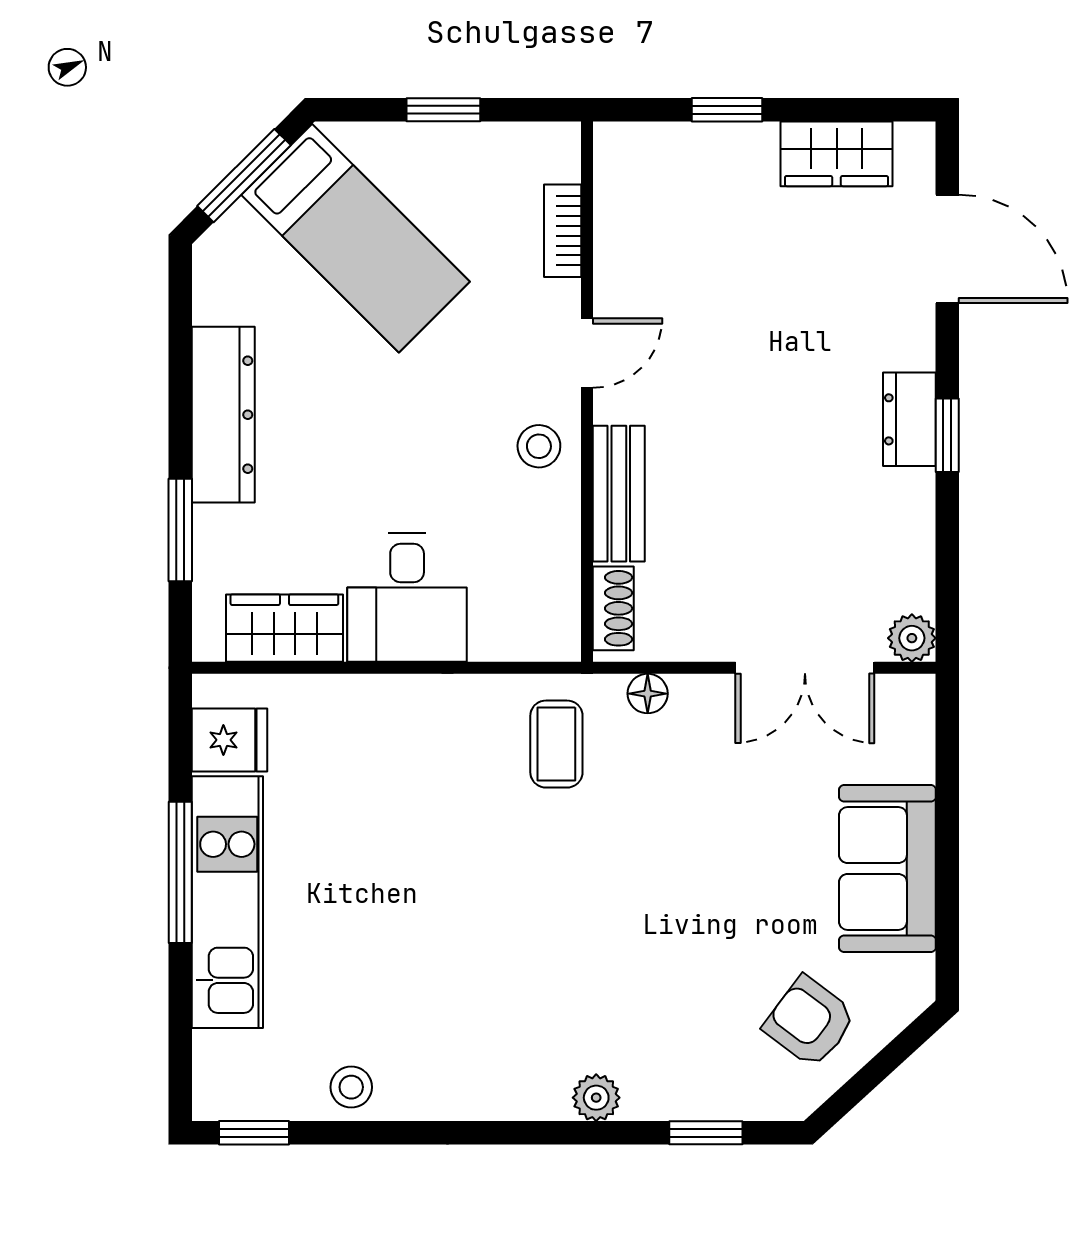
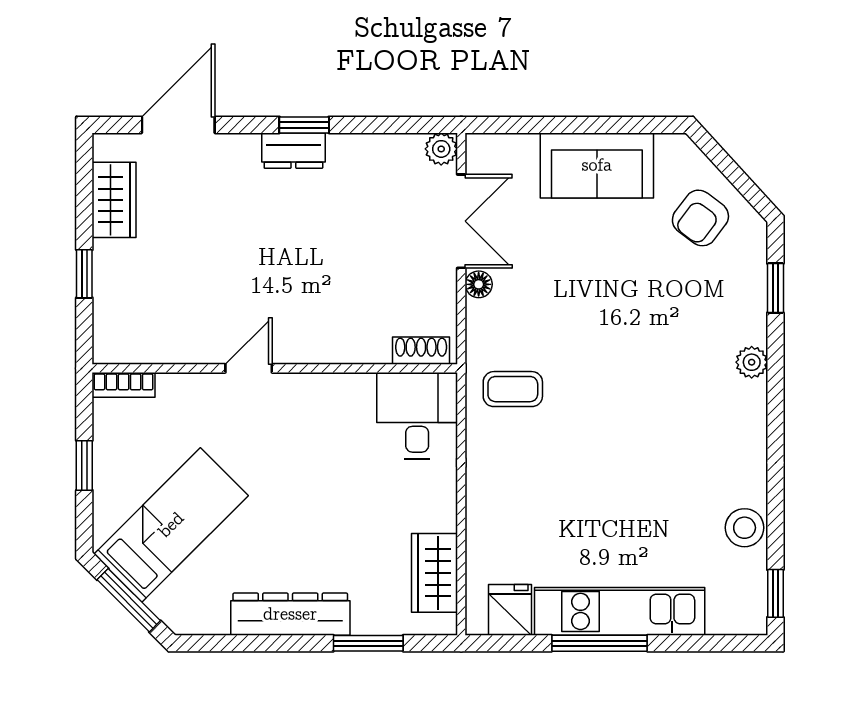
bookcase: (563, 231) -> (124, 385), moved
door: (587, 353) -> (249, 368), hinge flipped
stool: (539, 446) -> (312, 401), removed
bench: (619, 494) -> (344, 347), removed
desk: (407, 598) -> (417, 416), moved, turned -90
floor lamp: (648, 694) -> (479, 284), moved
stool: (351, 1087) -> (745, 528), width x1.37, depth x1.37

